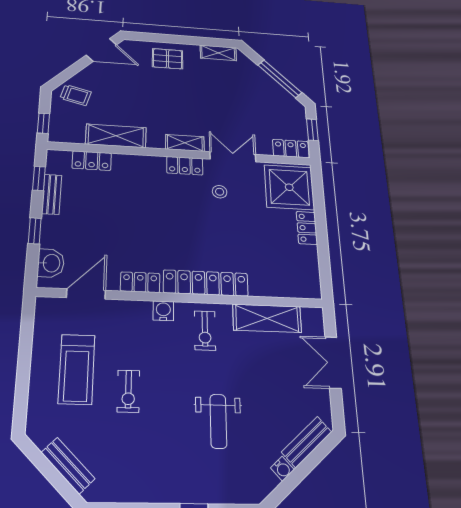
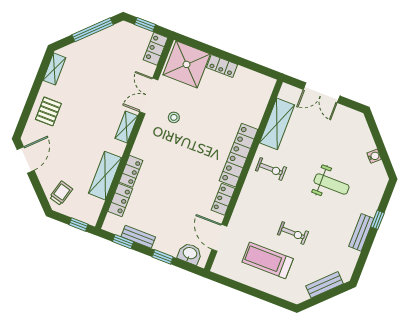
locker: (185, 166) -> (131, 171), moved
water cooler: (163, 311) -> (248, 191), removed
treadmill: (77, 369) -> (268, 260), turned 180
bench: (307, 442) -> (361, 232), moved, turned 42

